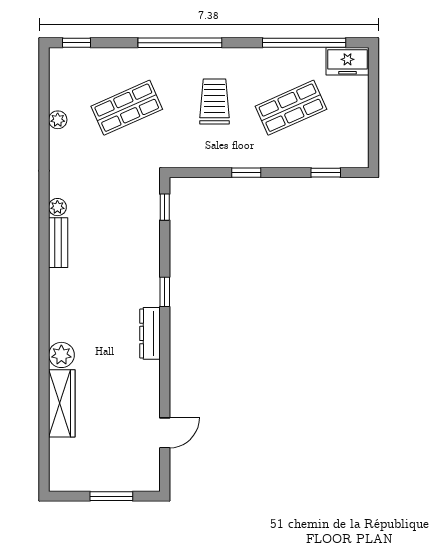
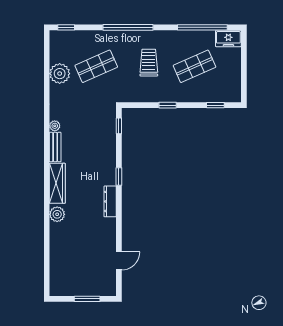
plant: (58, 120) -> (60, 74), width x1.87, depth x1.87
wardrobe: (62, 403) -> (57, 183), moved

